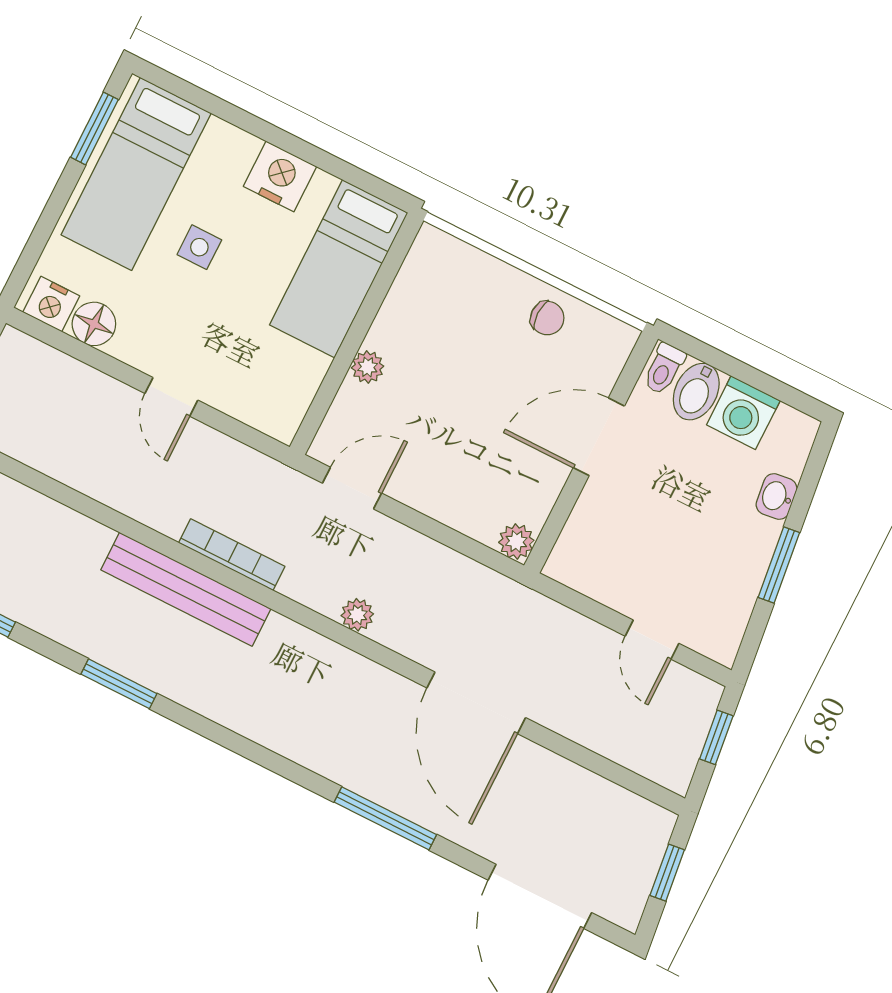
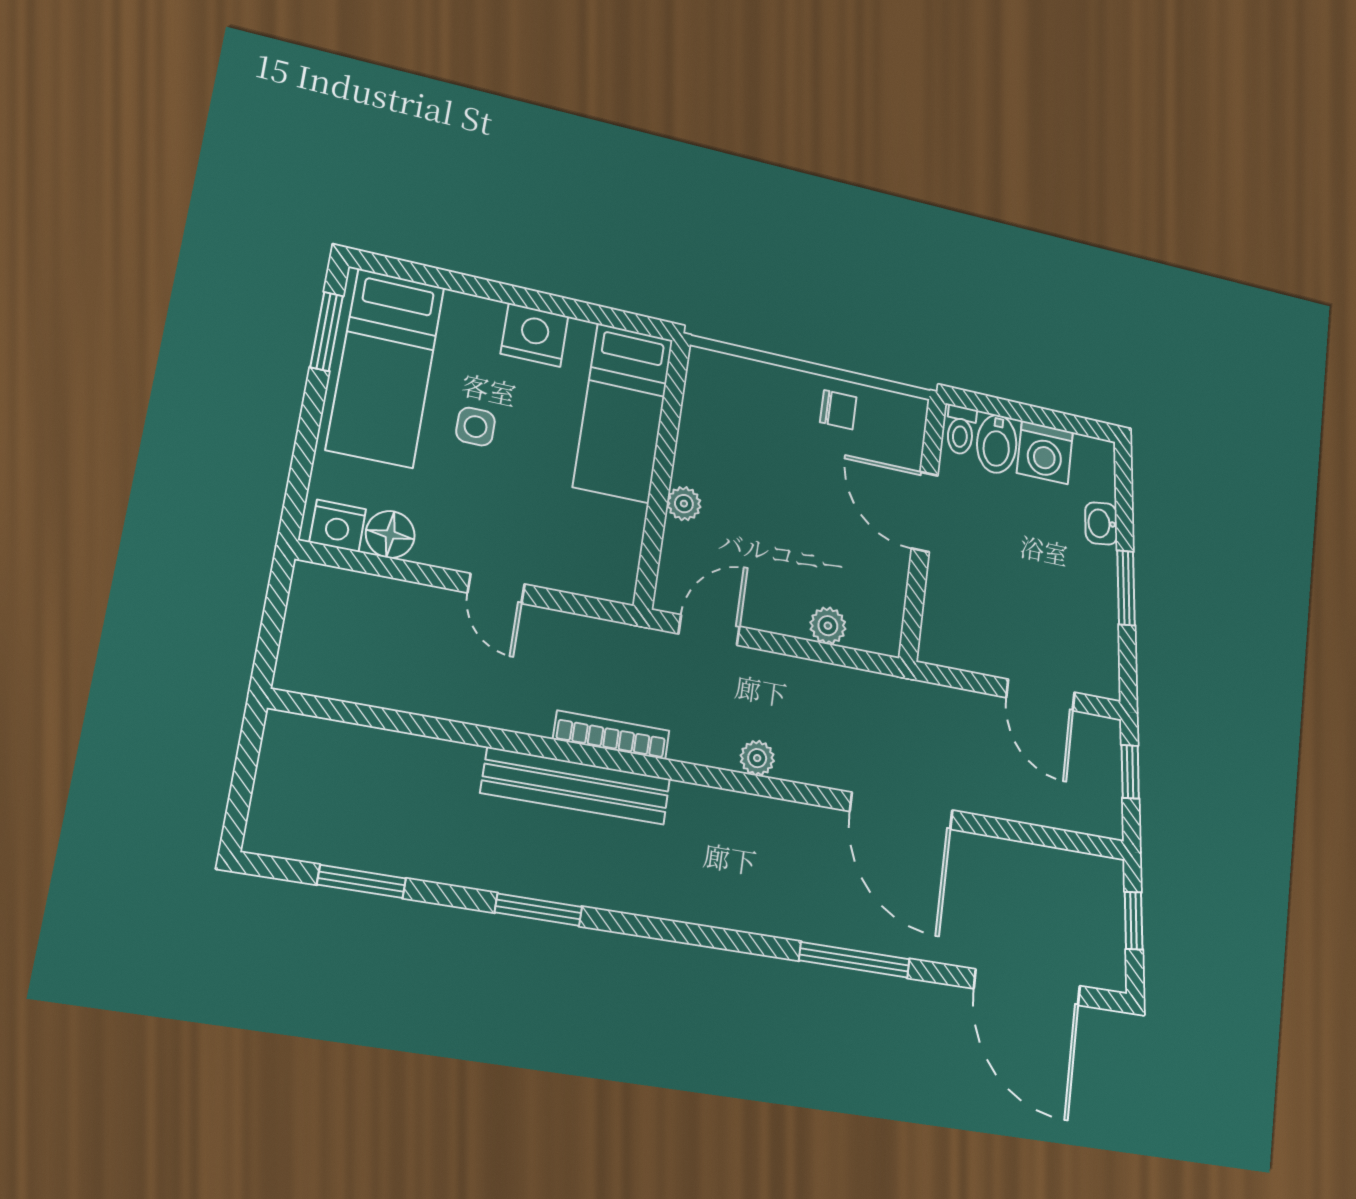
door: (599, 437) -> (925, 512), hinge flipped
plant: (516, 541) -> (828, 626), moved
door: (652, 640) -> (1041, 695), width x1.38

